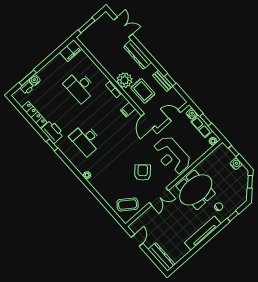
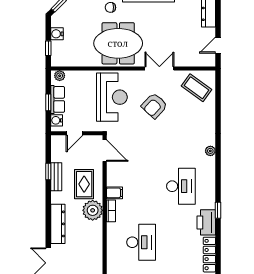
filing cabinet: (128, 110) -> (115, 193), moved
door: (175, 115) -> (75, 133), hinge flipped
door: (148, 121) -> (105, 151), hinge flipped

